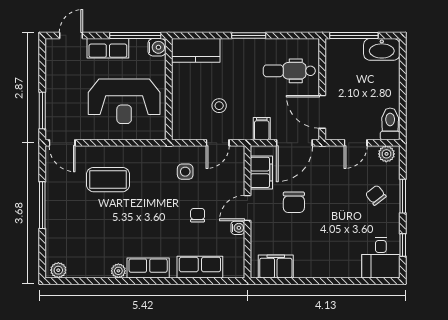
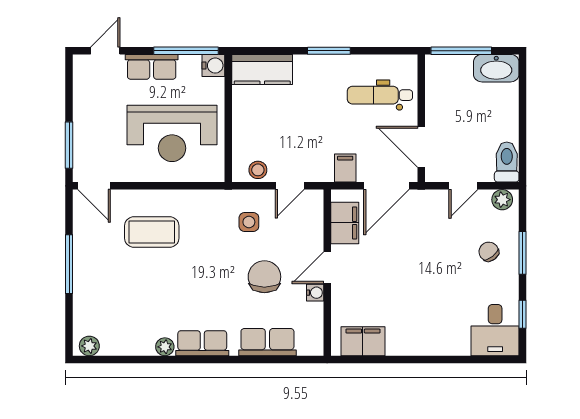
stool: (219, 106) -> (258, 170), moved
chair: (294, 202) -> (386, 261), removed
chair: (198, 215) -> (264, 277), width x1.87, depth x1.87

